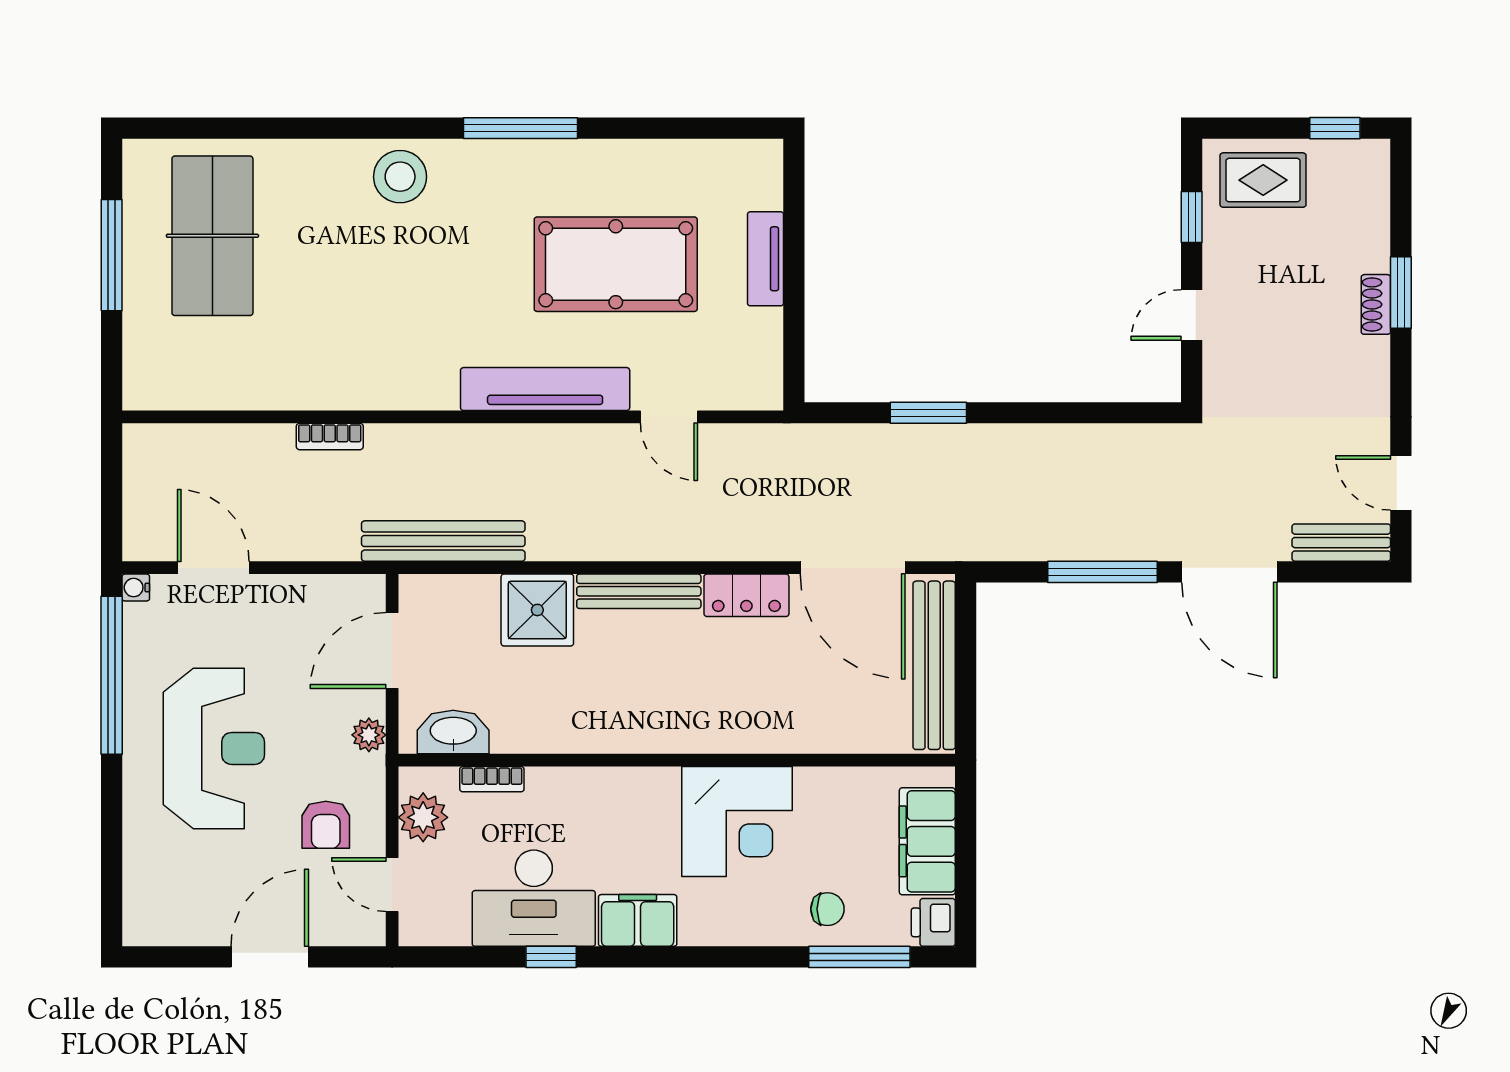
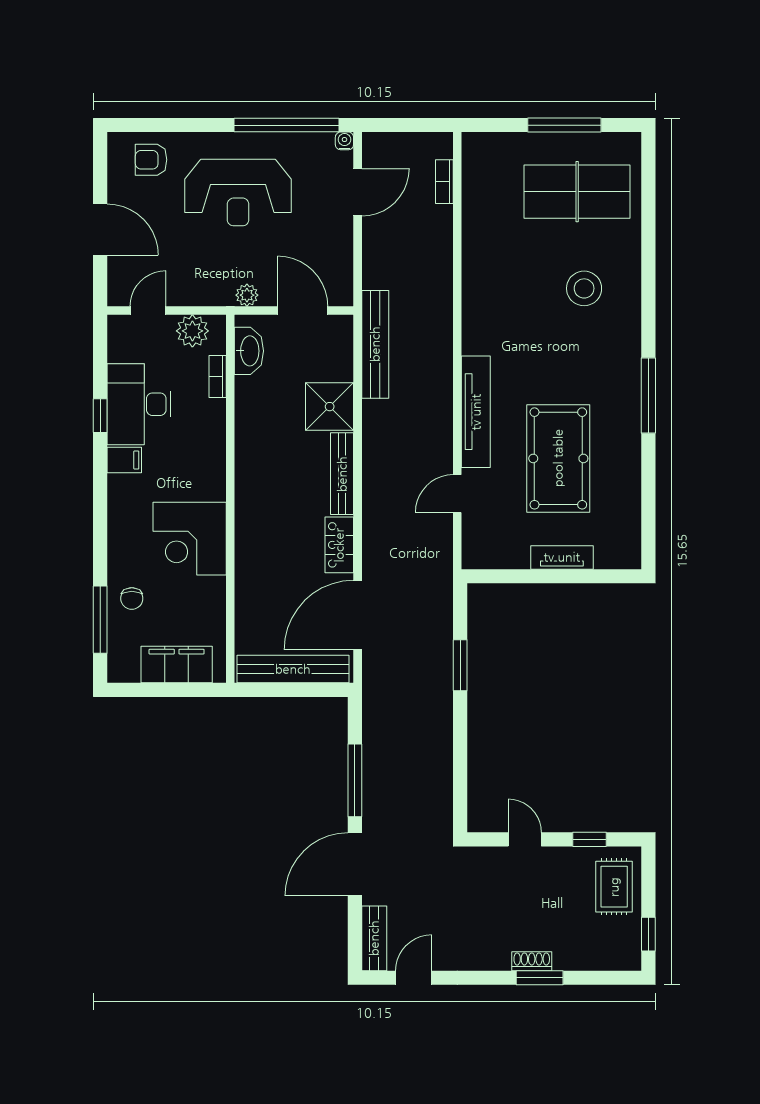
stool: (400, 177) -> (584, 288), moved
bookcase: (330, 436) -> (444, 182), moved
armchair: (326, 825) -> (151, 160), moved
filing cabinet: (638, 920) -> (124, 460), width x0.50
printer: (933, 922) -> (123, 668), removed

